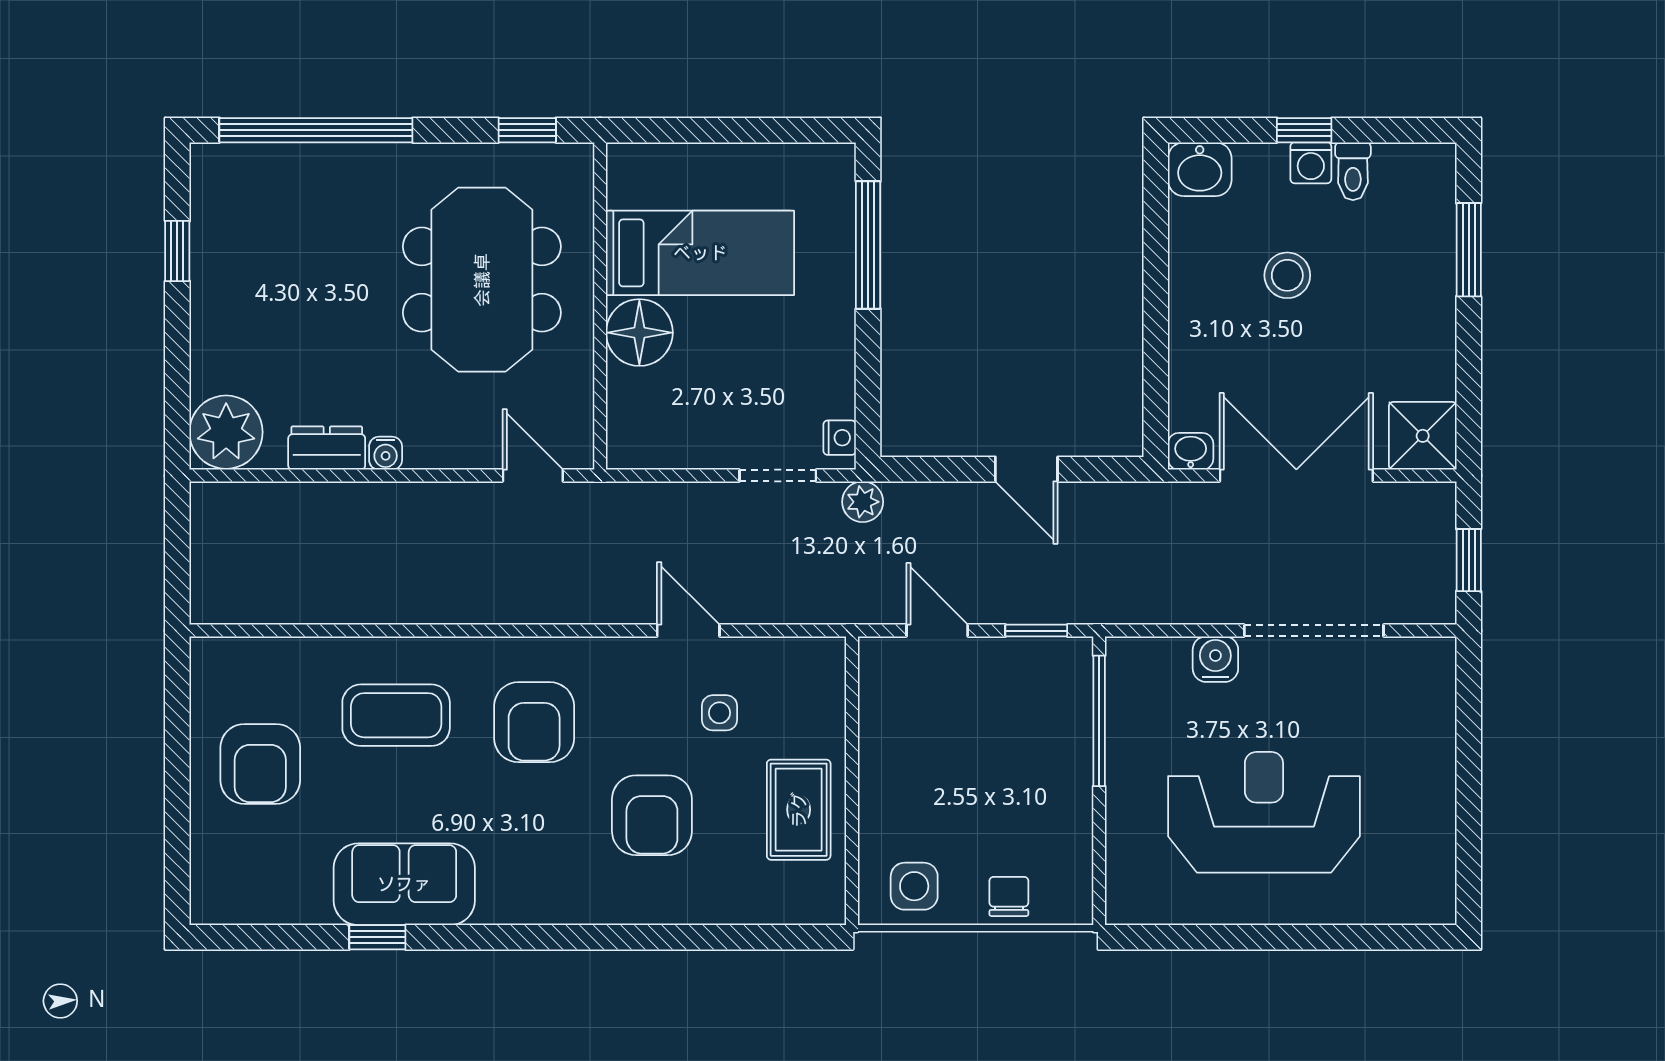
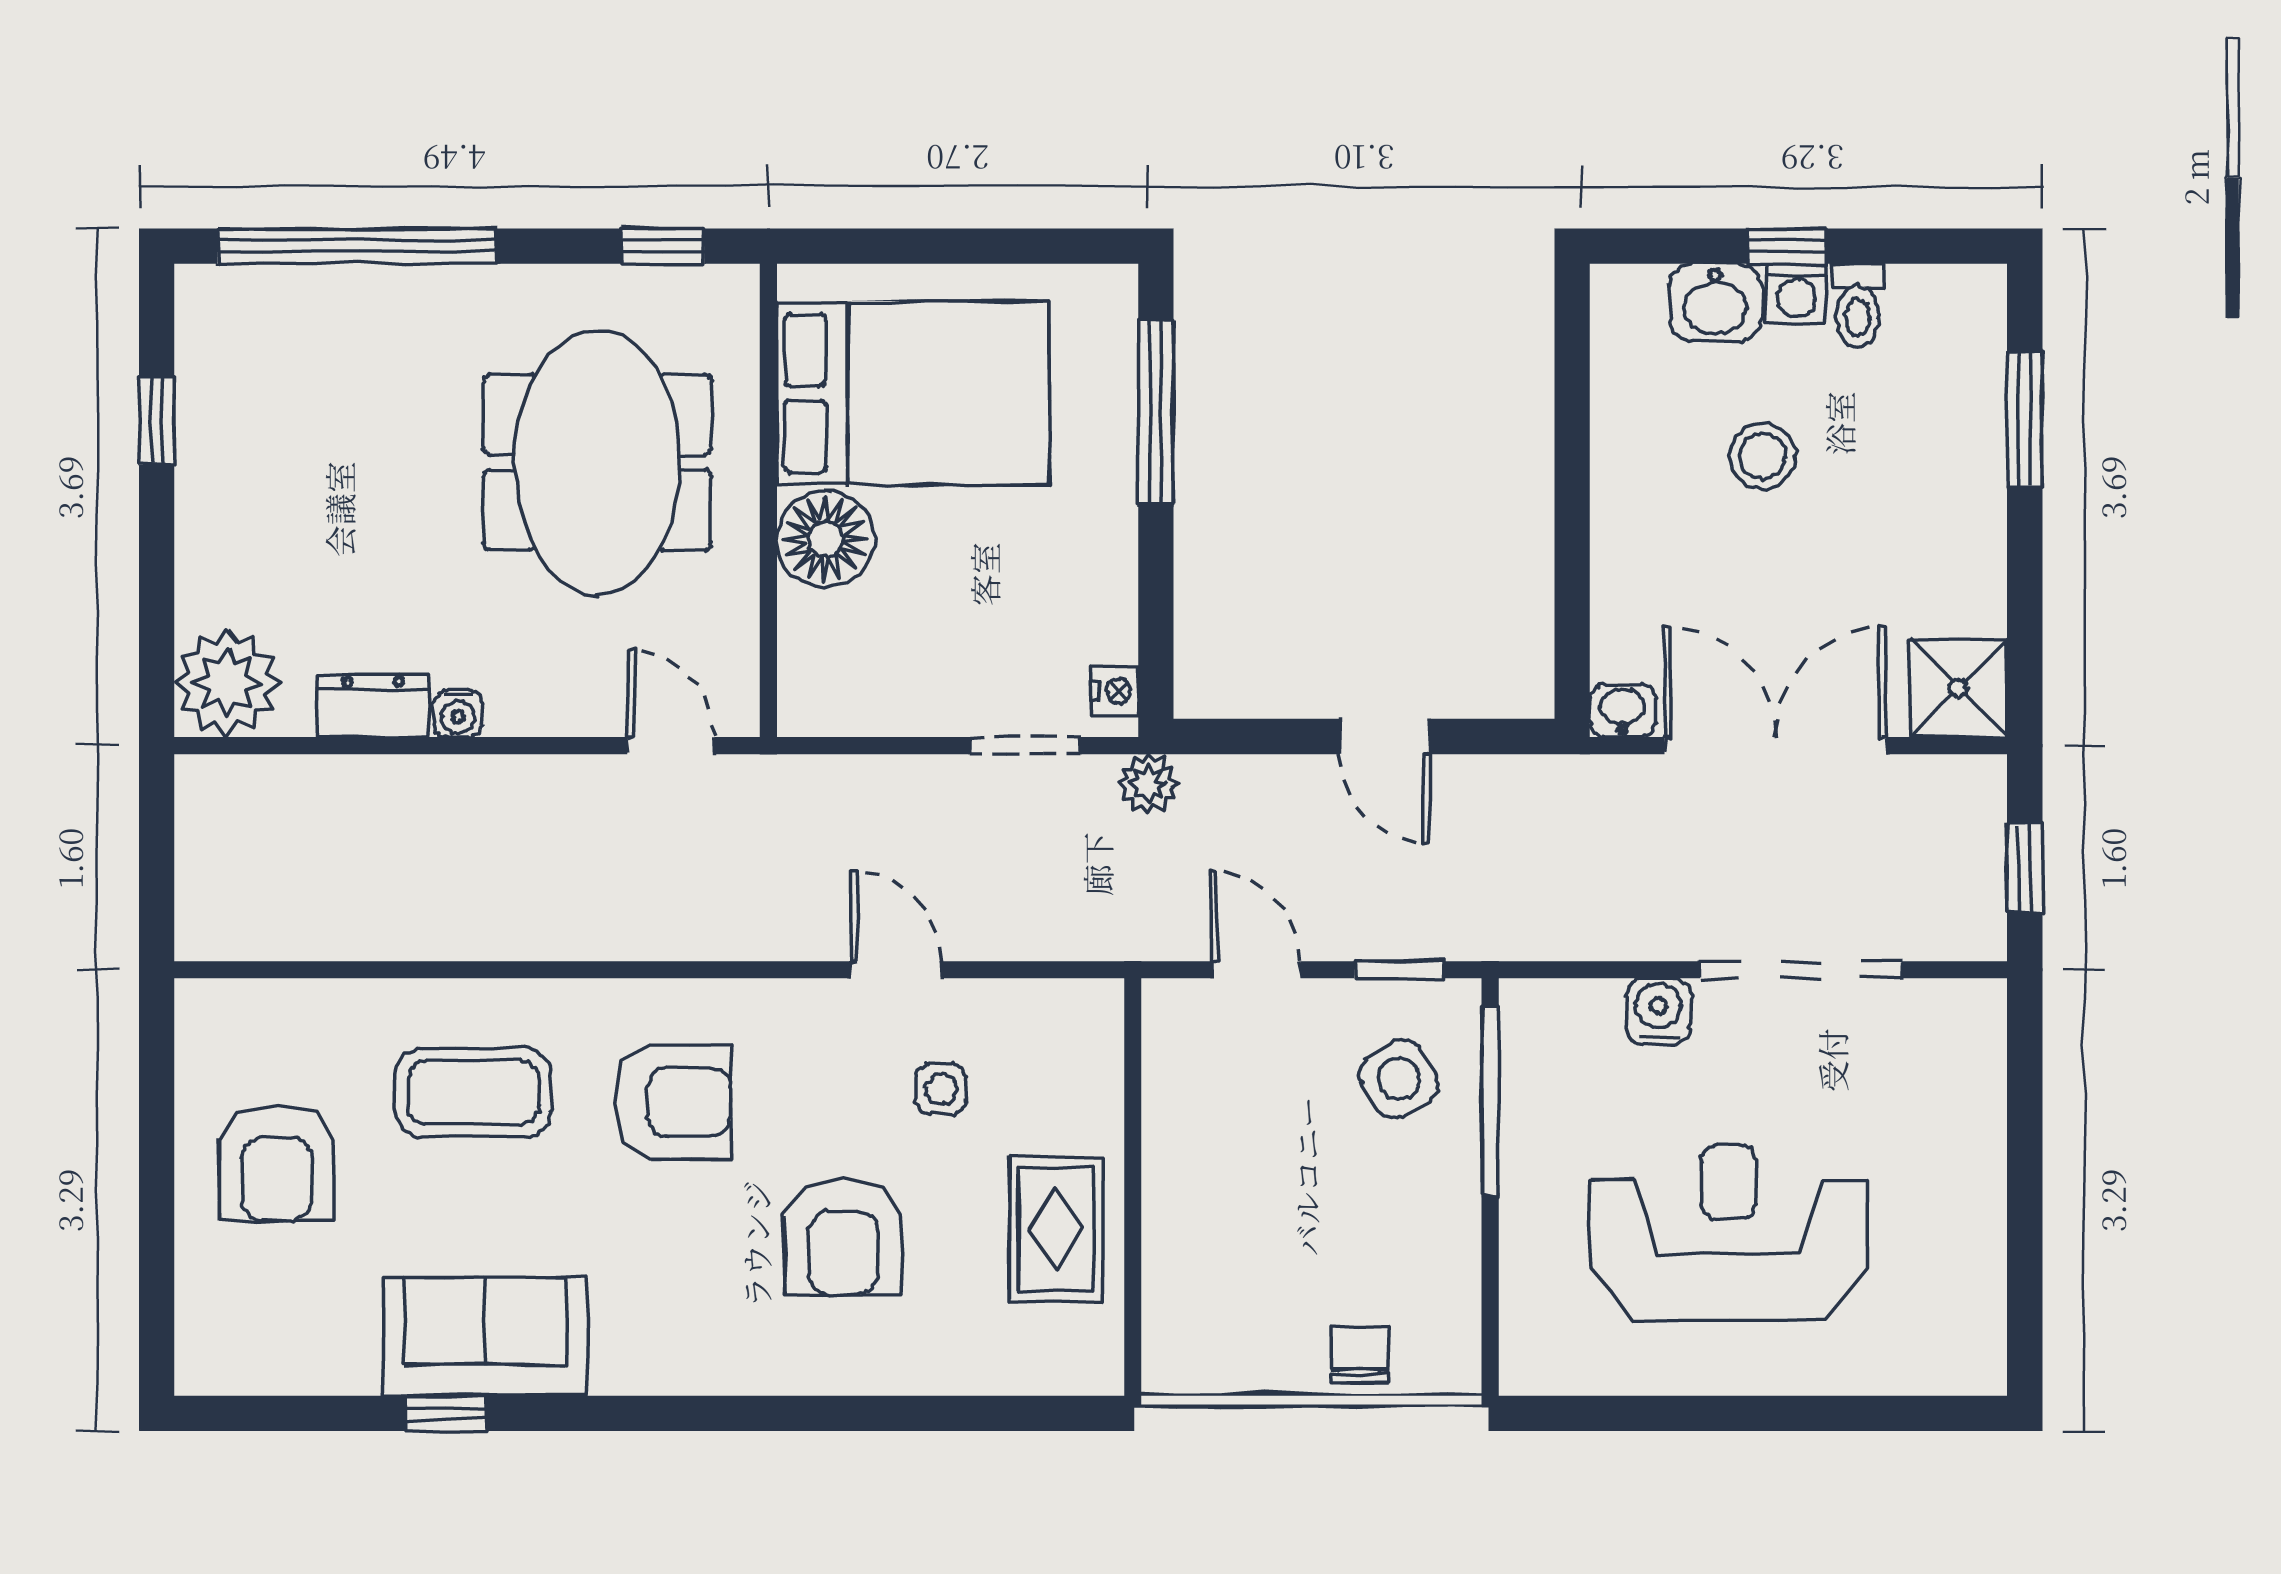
washbasin: (1200, 169) -> (1715, 302), moved
bed: (700, 253) -> (913, 393), width x1.50
armchair: (534, 722) -> (673, 1102), turned -90
side table: (914, 886) -> (1399, 1079), moved, turned -32

